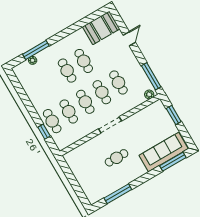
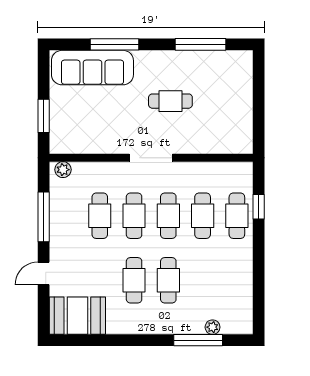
window: (151, 76) -> (44, 217), moved
window: (173, 162) -> (115, 44), moved

